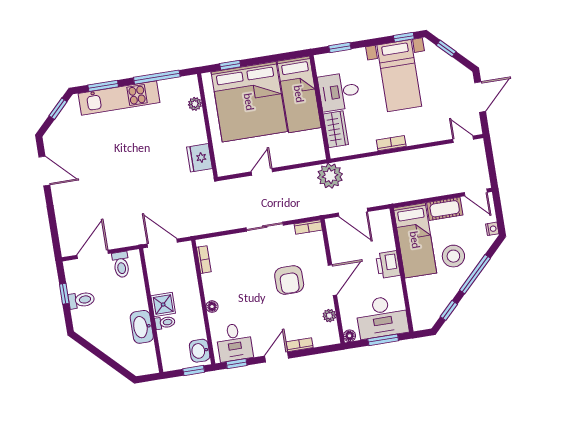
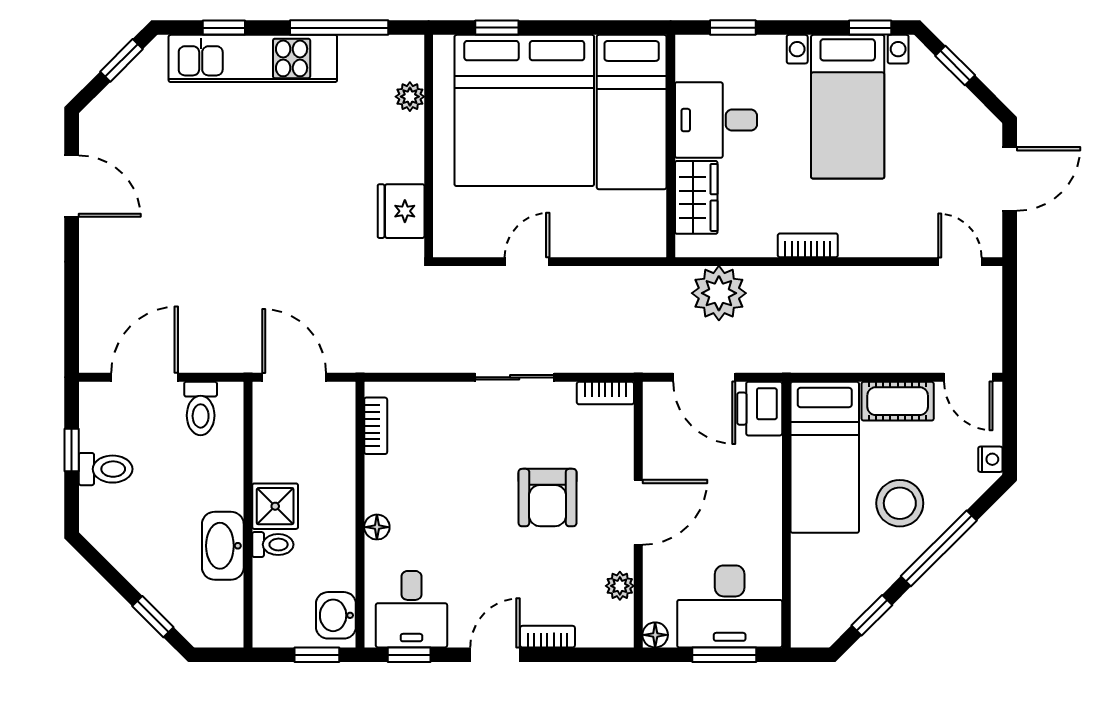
window: (103, 86) -> (224, 28), width x0.67
plant: (330, 176) -> (719, 293), moved
printer: (388, 265) -> (760, 409), moved
window: (115, 365) -> (153, 617), added

